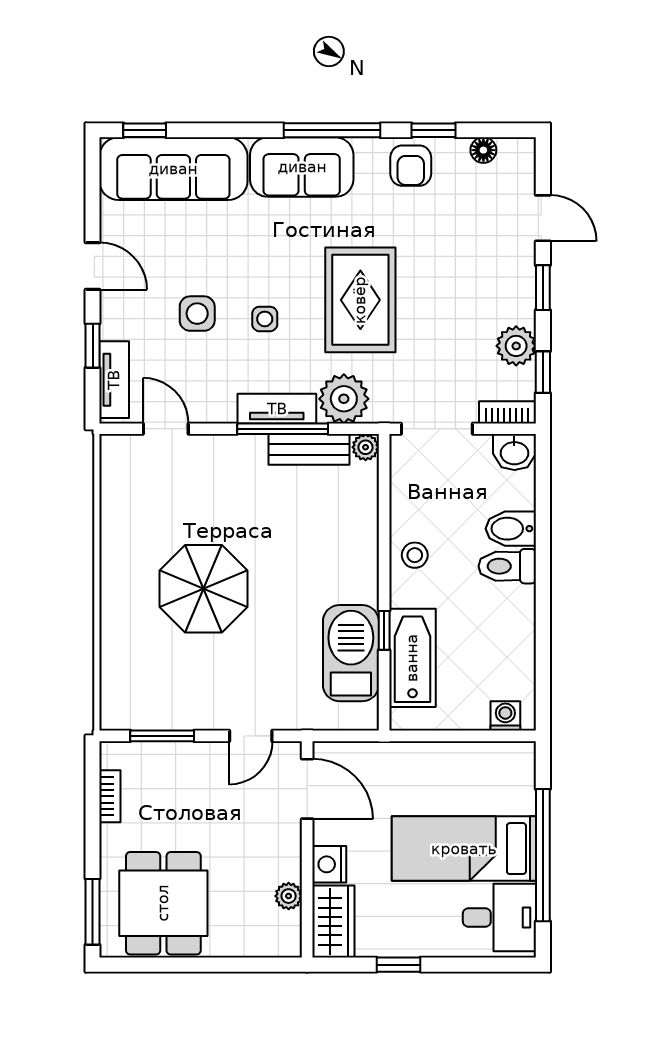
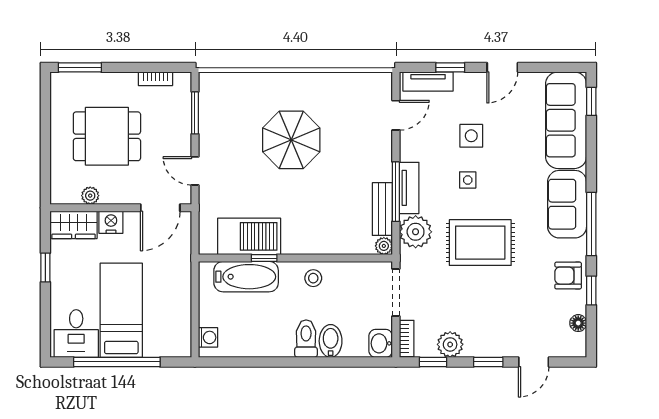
dining table: (163, 903) -> (107, 136), moved

